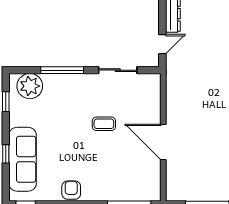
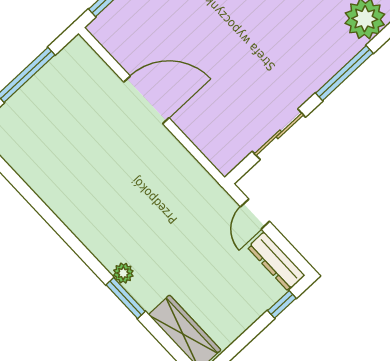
coffee table: (104, 124) -> (236, 56), removed

